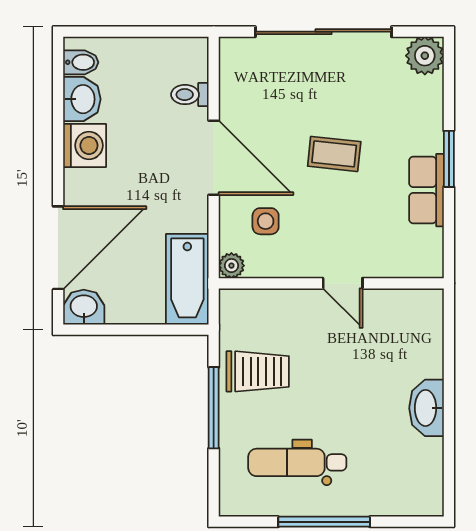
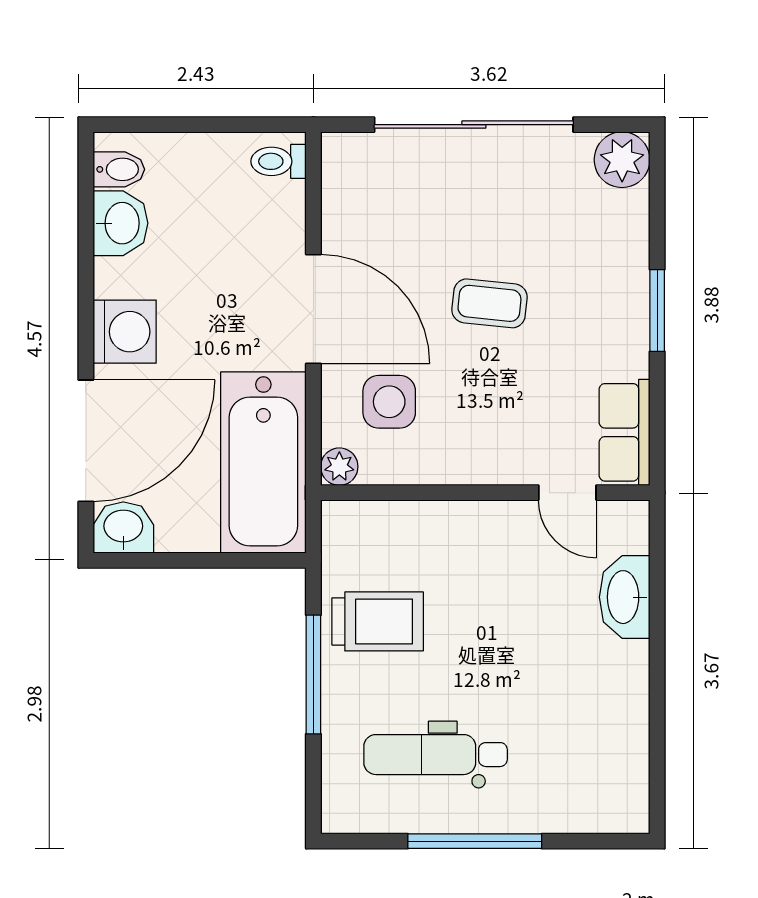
toilet: (190, 95) -> (279, 161), moved
washing machine: (85, 145) -> (125, 332), moved
row of seats: (426, 190) -> (625, 432), moved
side table: (266, 221) -> (389, 402), width x1.37, depth x1.37
bathtub: (187, 279) -> (263, 462), width x1.36, depth x1.36
door: (343, 283) -> (567, 493), moved
washbasin: (427, 408) -> (625, 597), moved

